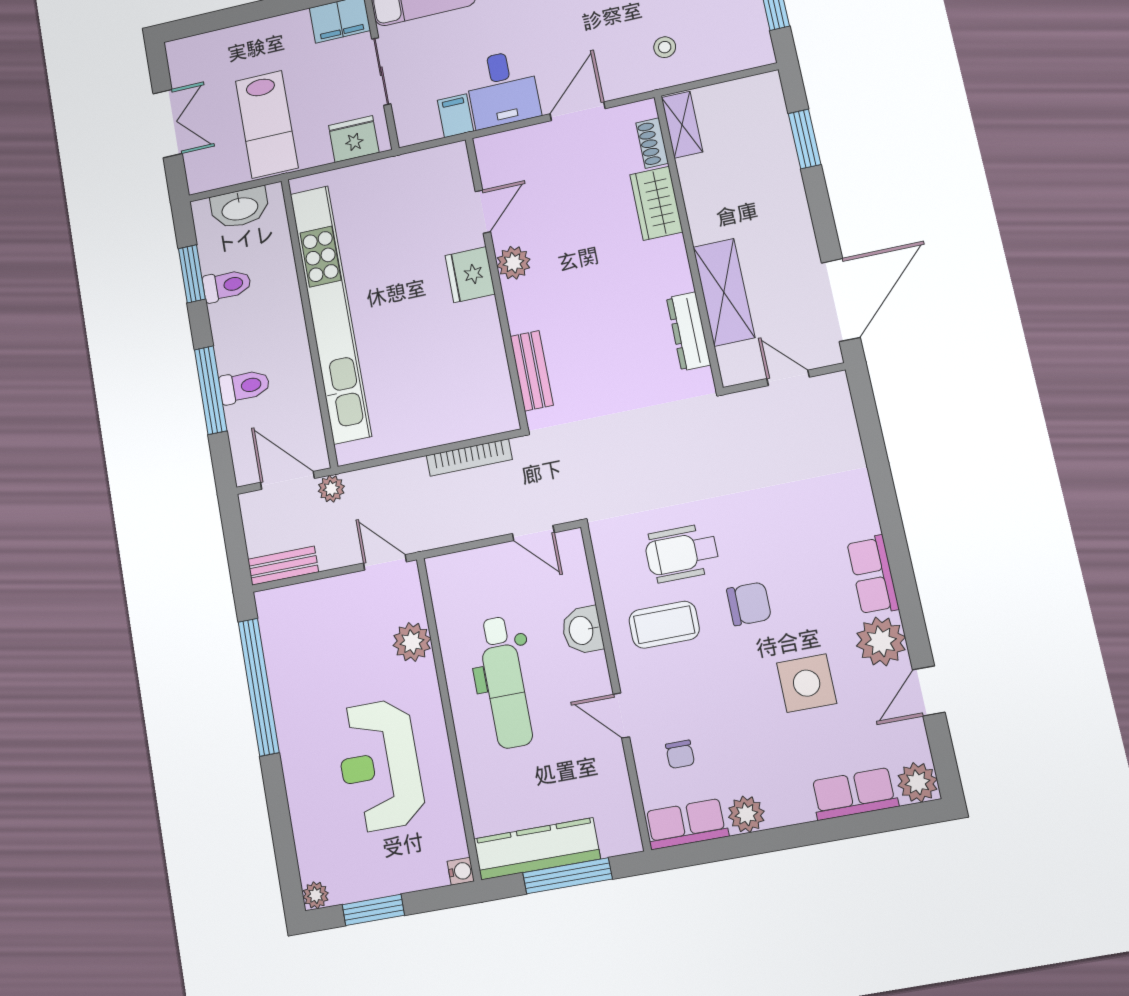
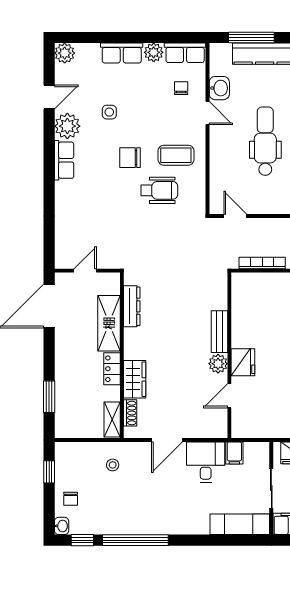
locker: (701, 213) -> (112, 369), added
bench: (532, 371) -> (220, 332), moved
door: (788, 378) -> (85, 271), swing flipped
washbasin: (582, 630) -> (219, 88), moved
side table: (807, 683) -> (109, 112), width x0.54, depth x0.54
row of seats: (854, 794) -> (122, 53), moved

